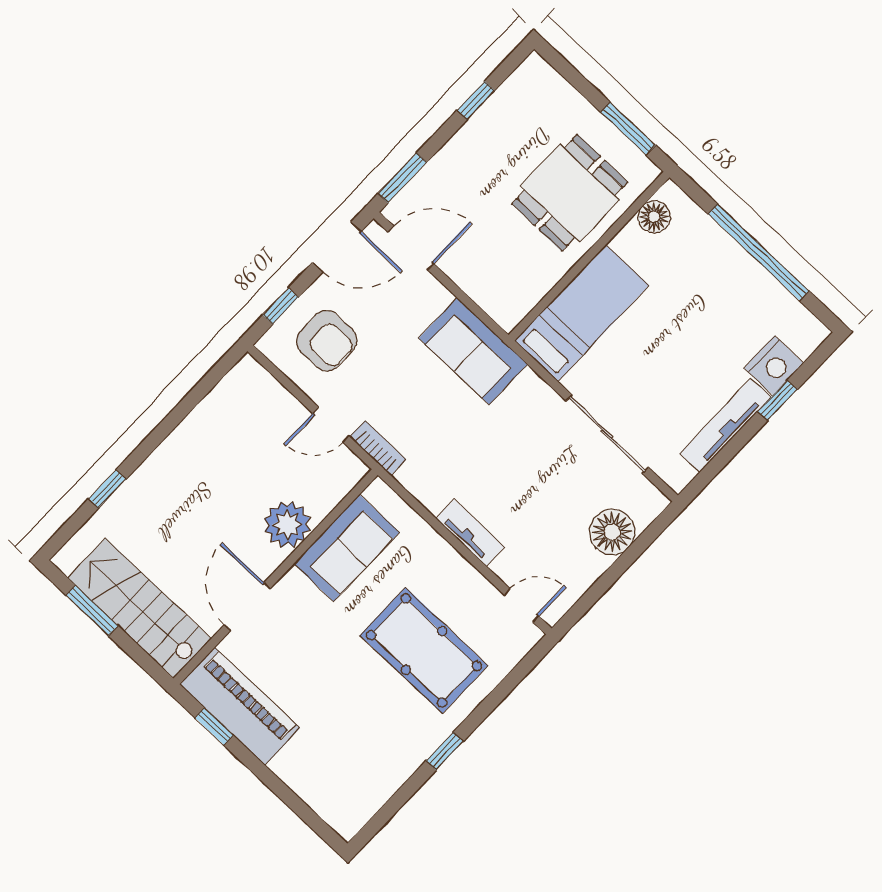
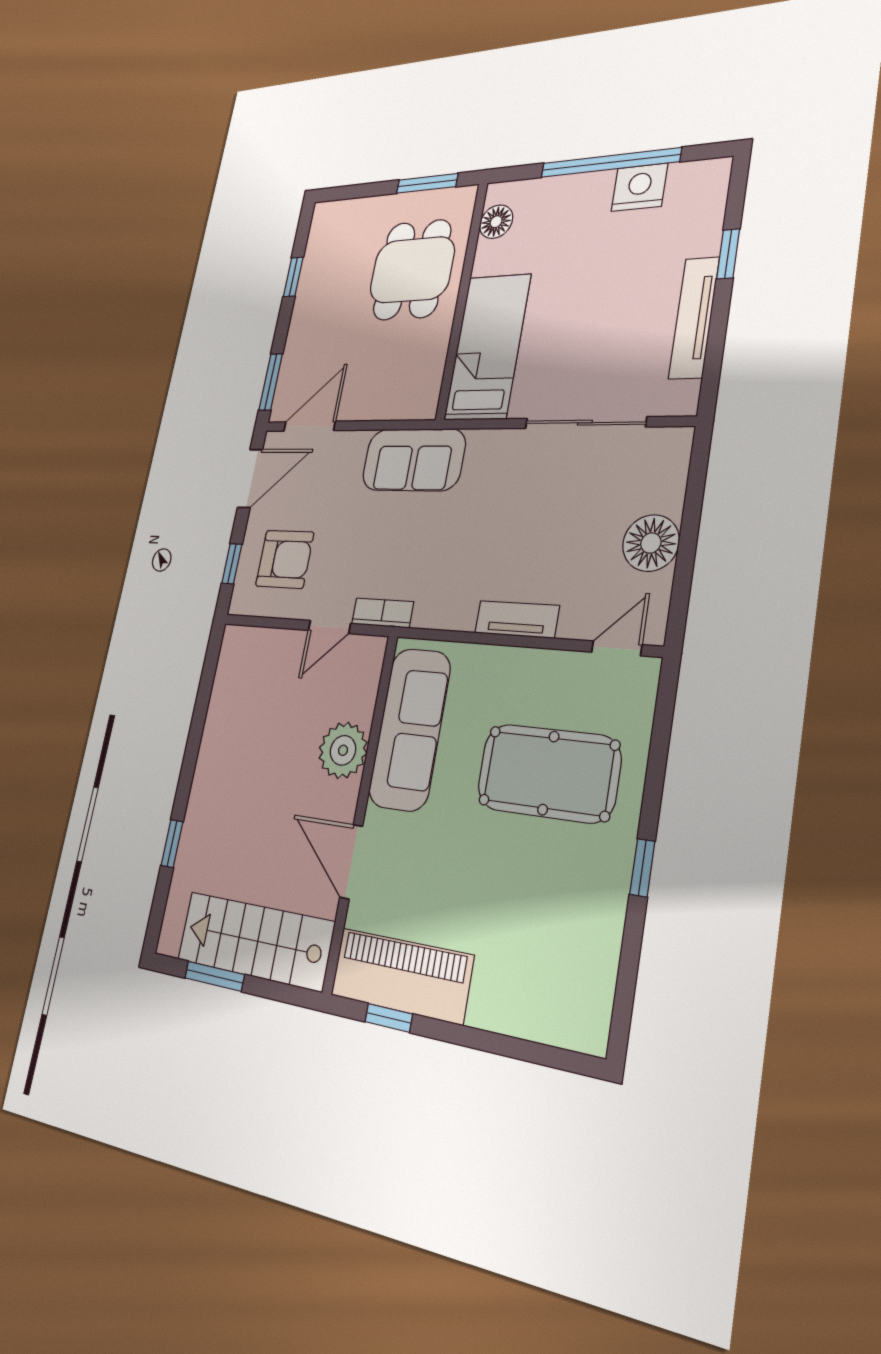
nightstand: (774, 366) -> (639, 187), moved, turned -90
floor lamp: (612, 532) -> (651, 543), moved
sofa: (347, 548) -> (410, 729), width x1.36

